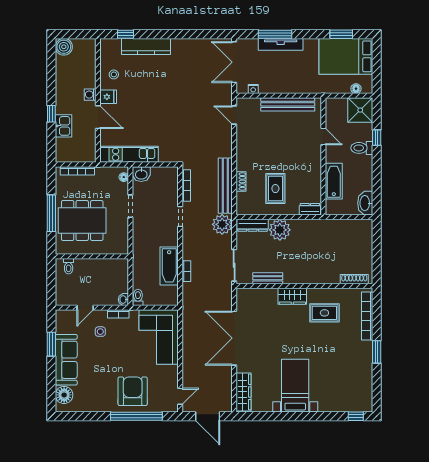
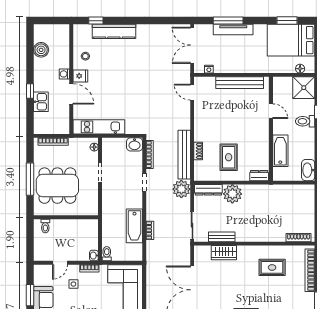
boiler: (64, 47) -> (41, 50), moved
washbasin: (141, 174) -> (135, 144), moved
wardrobe: (292, 296) -> (224, 253), moved

